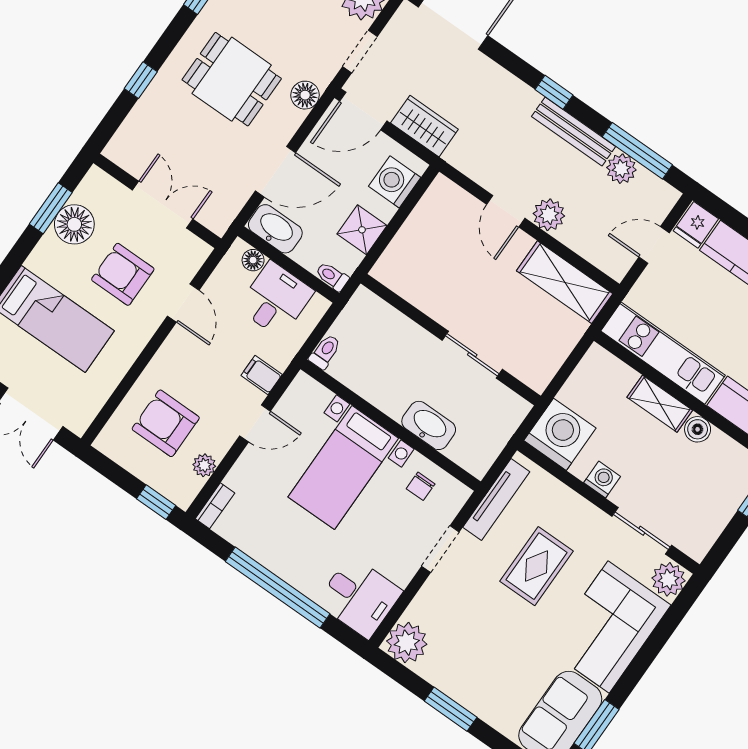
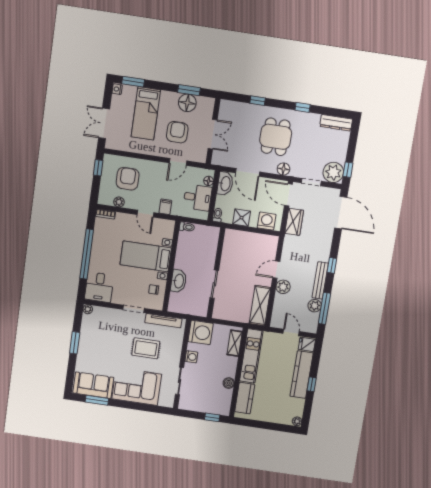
shelving: (660, 404) -> (235, 343), moved
window: (156, 502) -> (98, 168), moved
plant: (668, 579) -> (166, 400), removed
plant: (407, 643) -> (88, 309), width x0.53, depth x0.53

